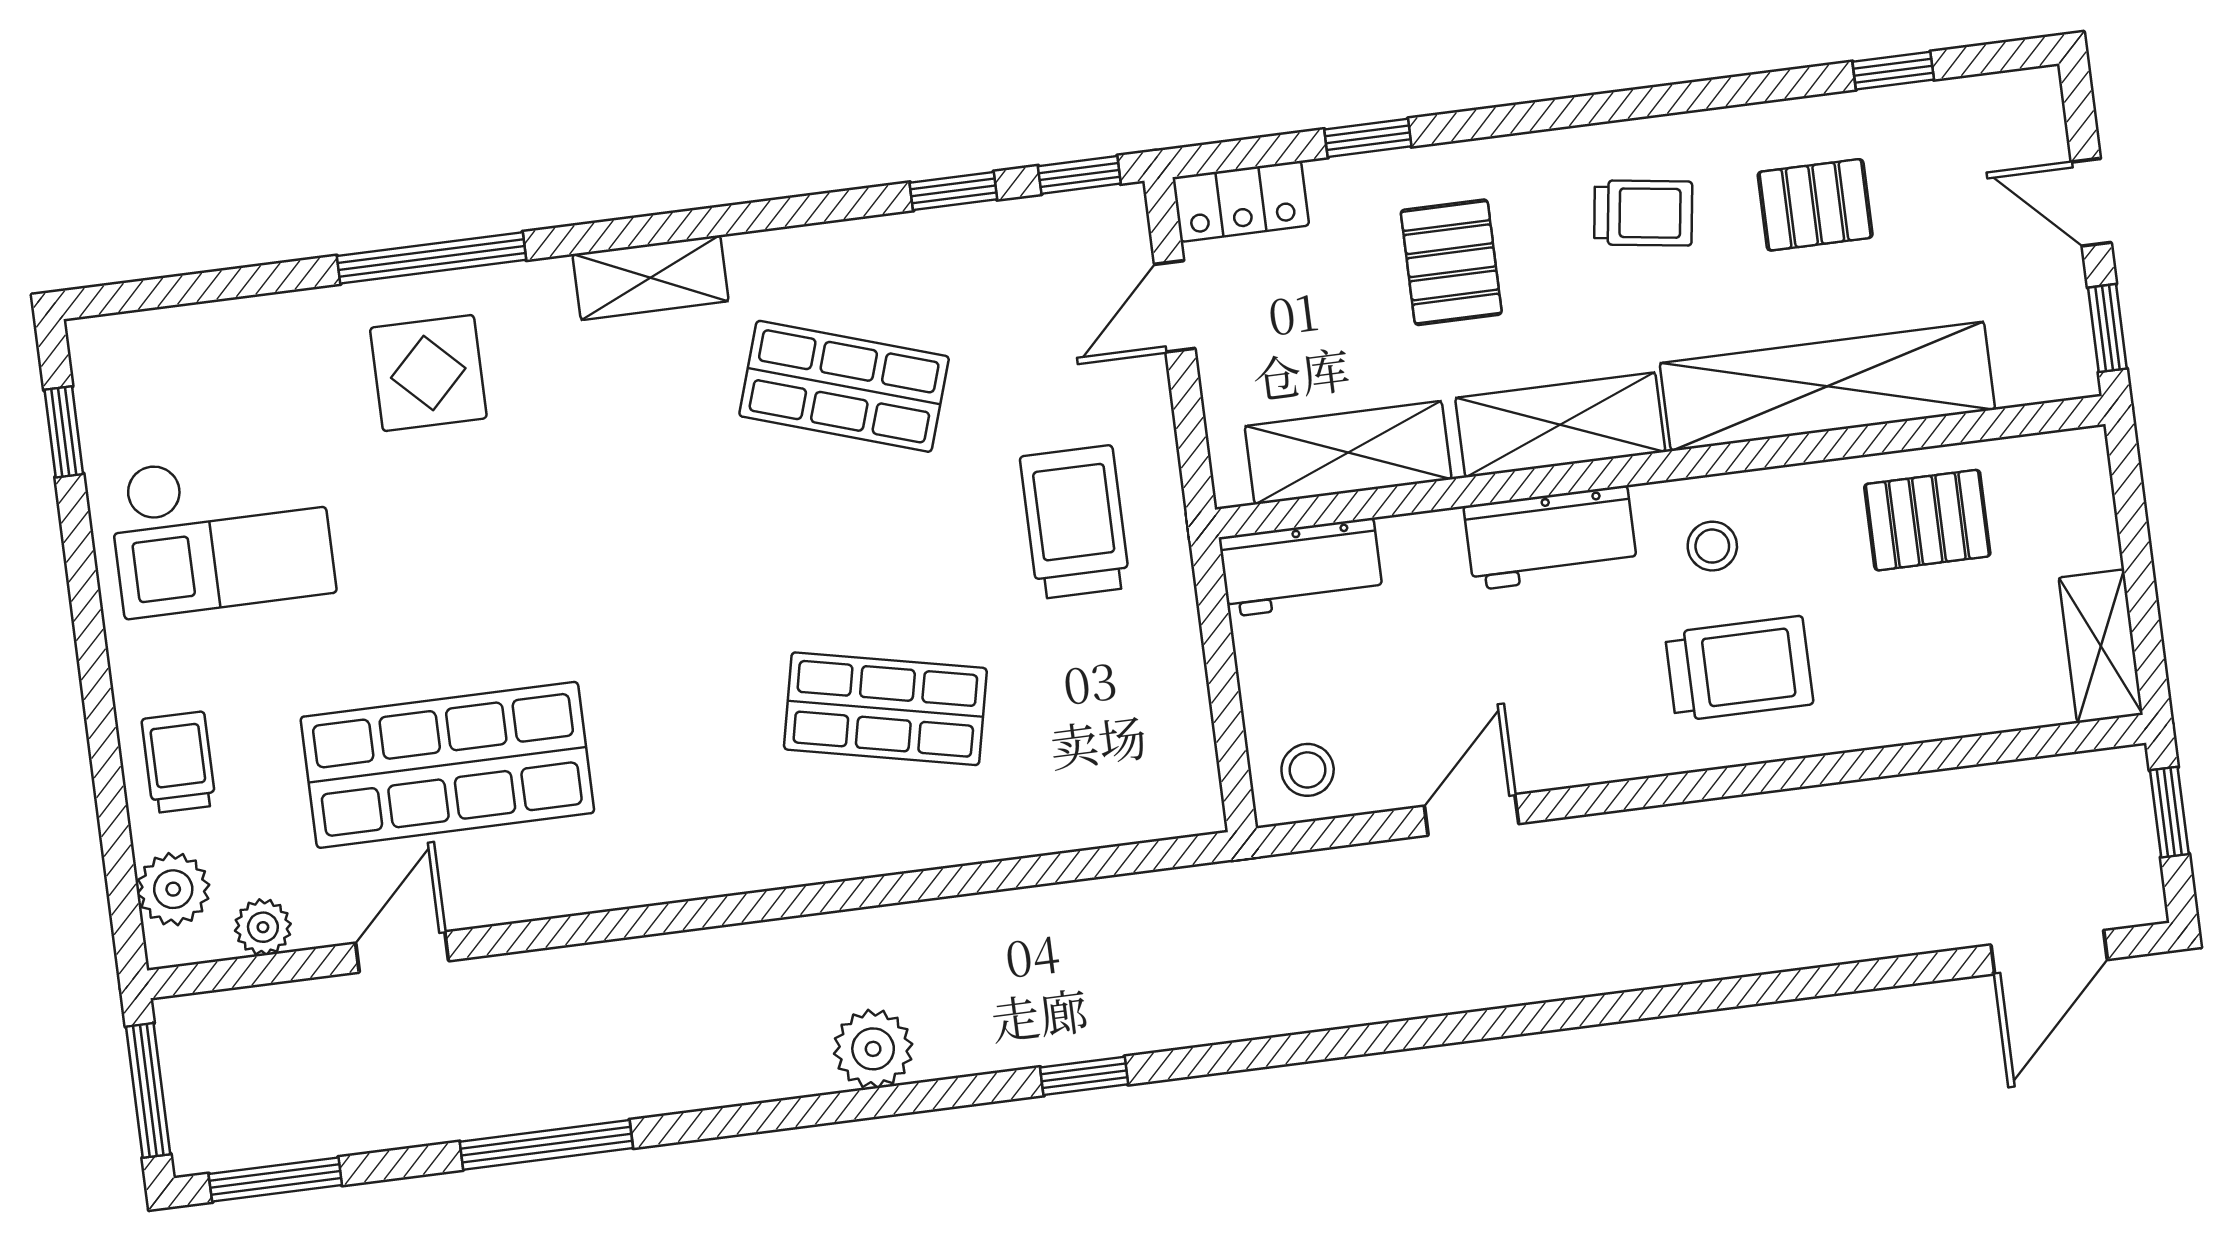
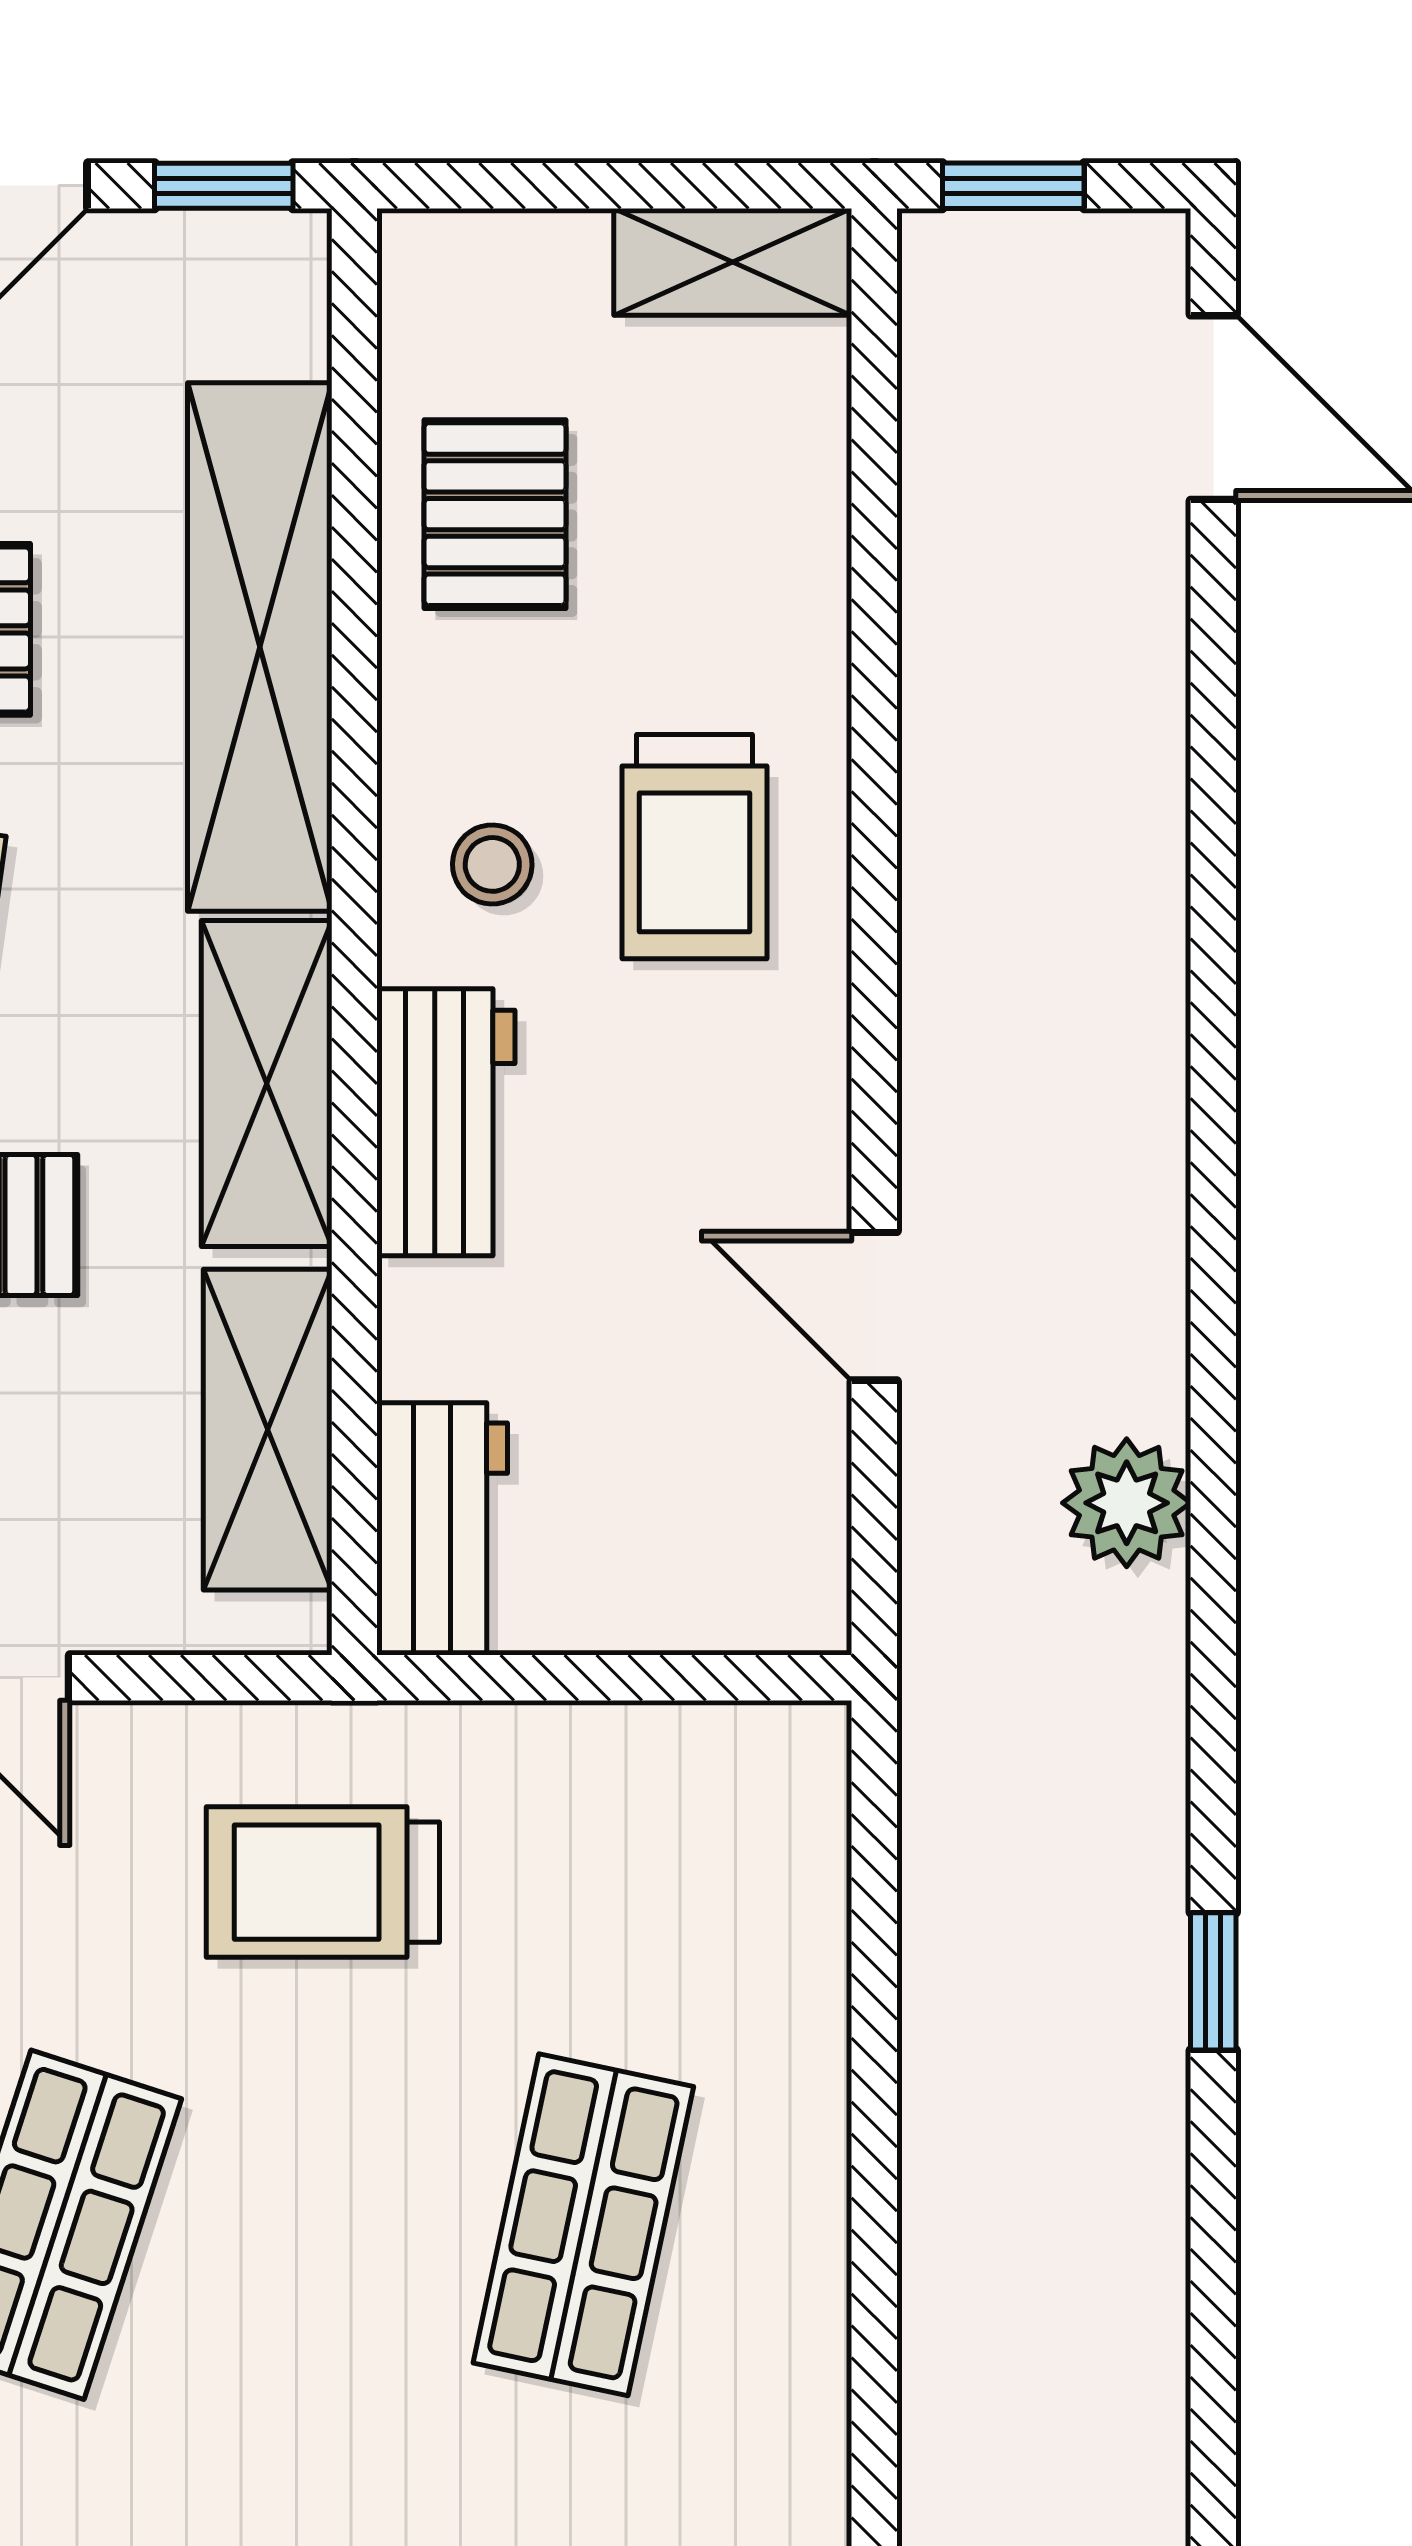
trolley: (1739, 669) -> (695, 847), turned 180
stool: (1308, 770) -> (768, 1560), removed
plant: (873, 1049) -> (1127, 1503), moved

